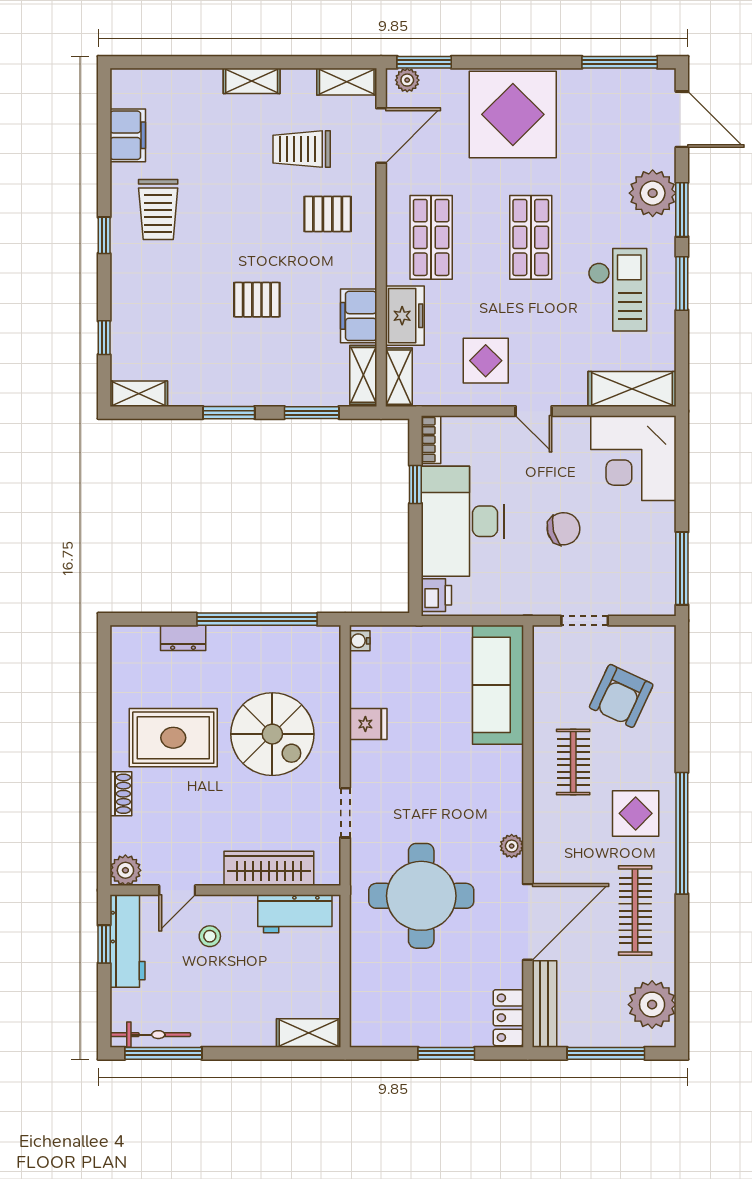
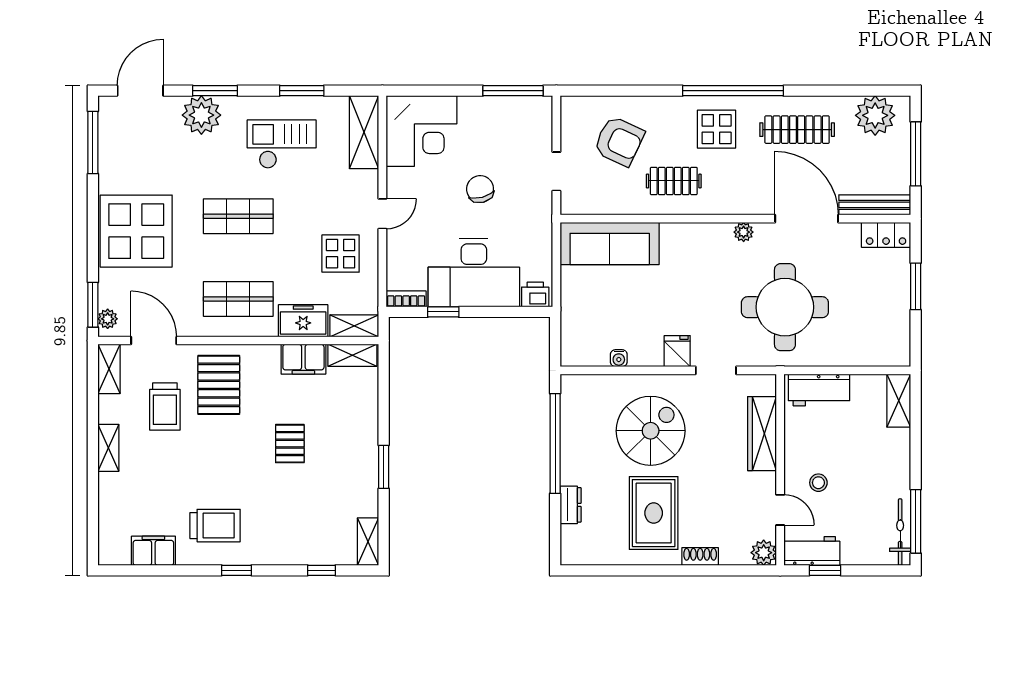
pallet: (328, 214) -> (219, 385), width x1.50, depth x1.42
window: (682, 283) -> (302, 91), moved
window: (312, 413) -> (384, 398), removed
water cooler: (360, 641) -> (619, 358), moved
fridge: (368, 724) -> (677, 351), moved
workbench: (295, 914) -> (819, 390), moved, turned 90
workbench: (127, 941) -> (812, 551), width x0.73

